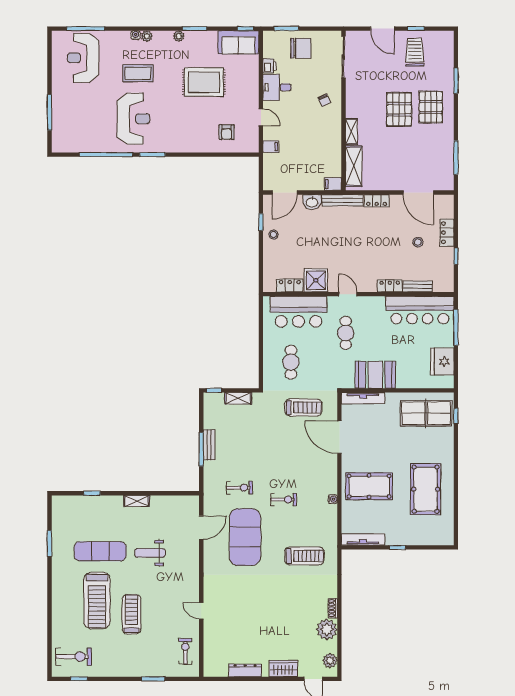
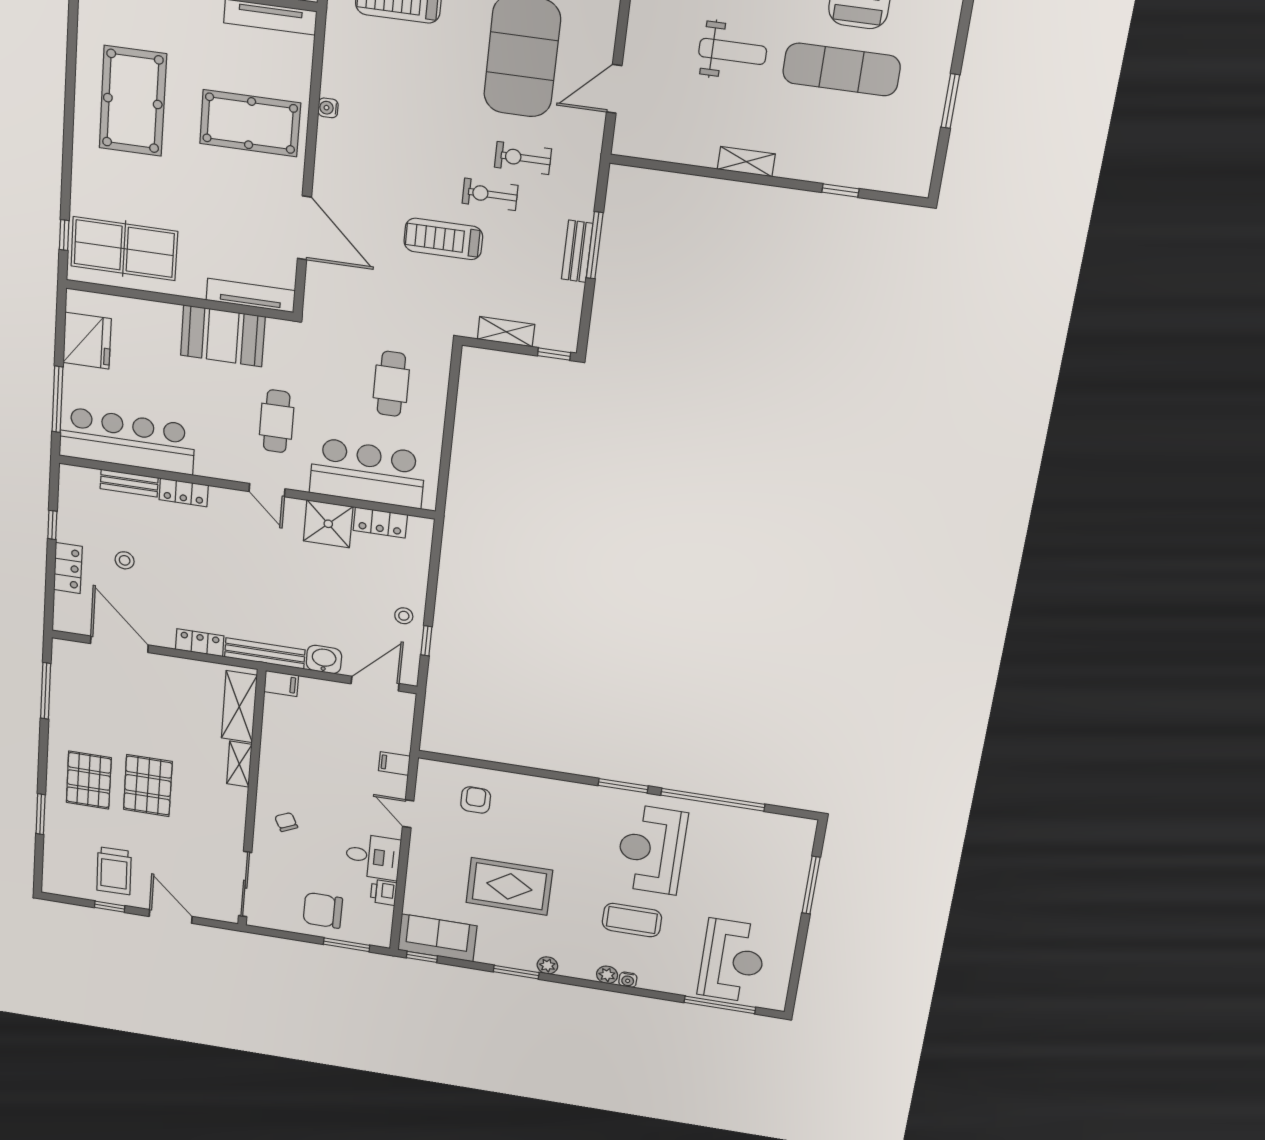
treadmill: (303, 407) -> (443, 239), moved
exercise bike: (284, 500) -> (490, 194), moved

